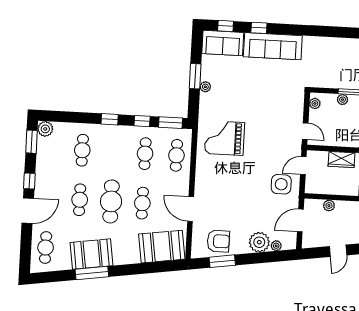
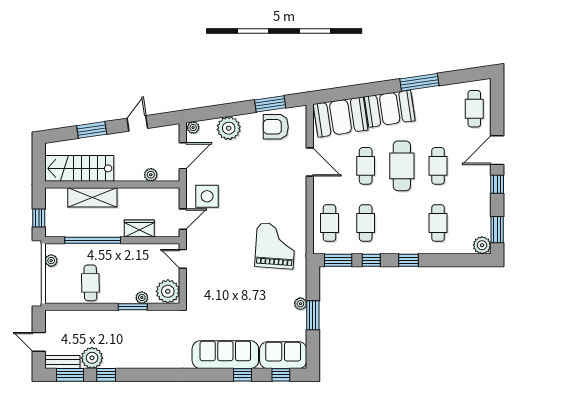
plant: (315, 103) -> (168, 291), width x1.88, depth x1.88
grand piano: (224, 138) -> (275, 246), turned -86
plant: (276, 246) -> (193, 128), moved
booth: (92, 254) -> (390, 109), moved

